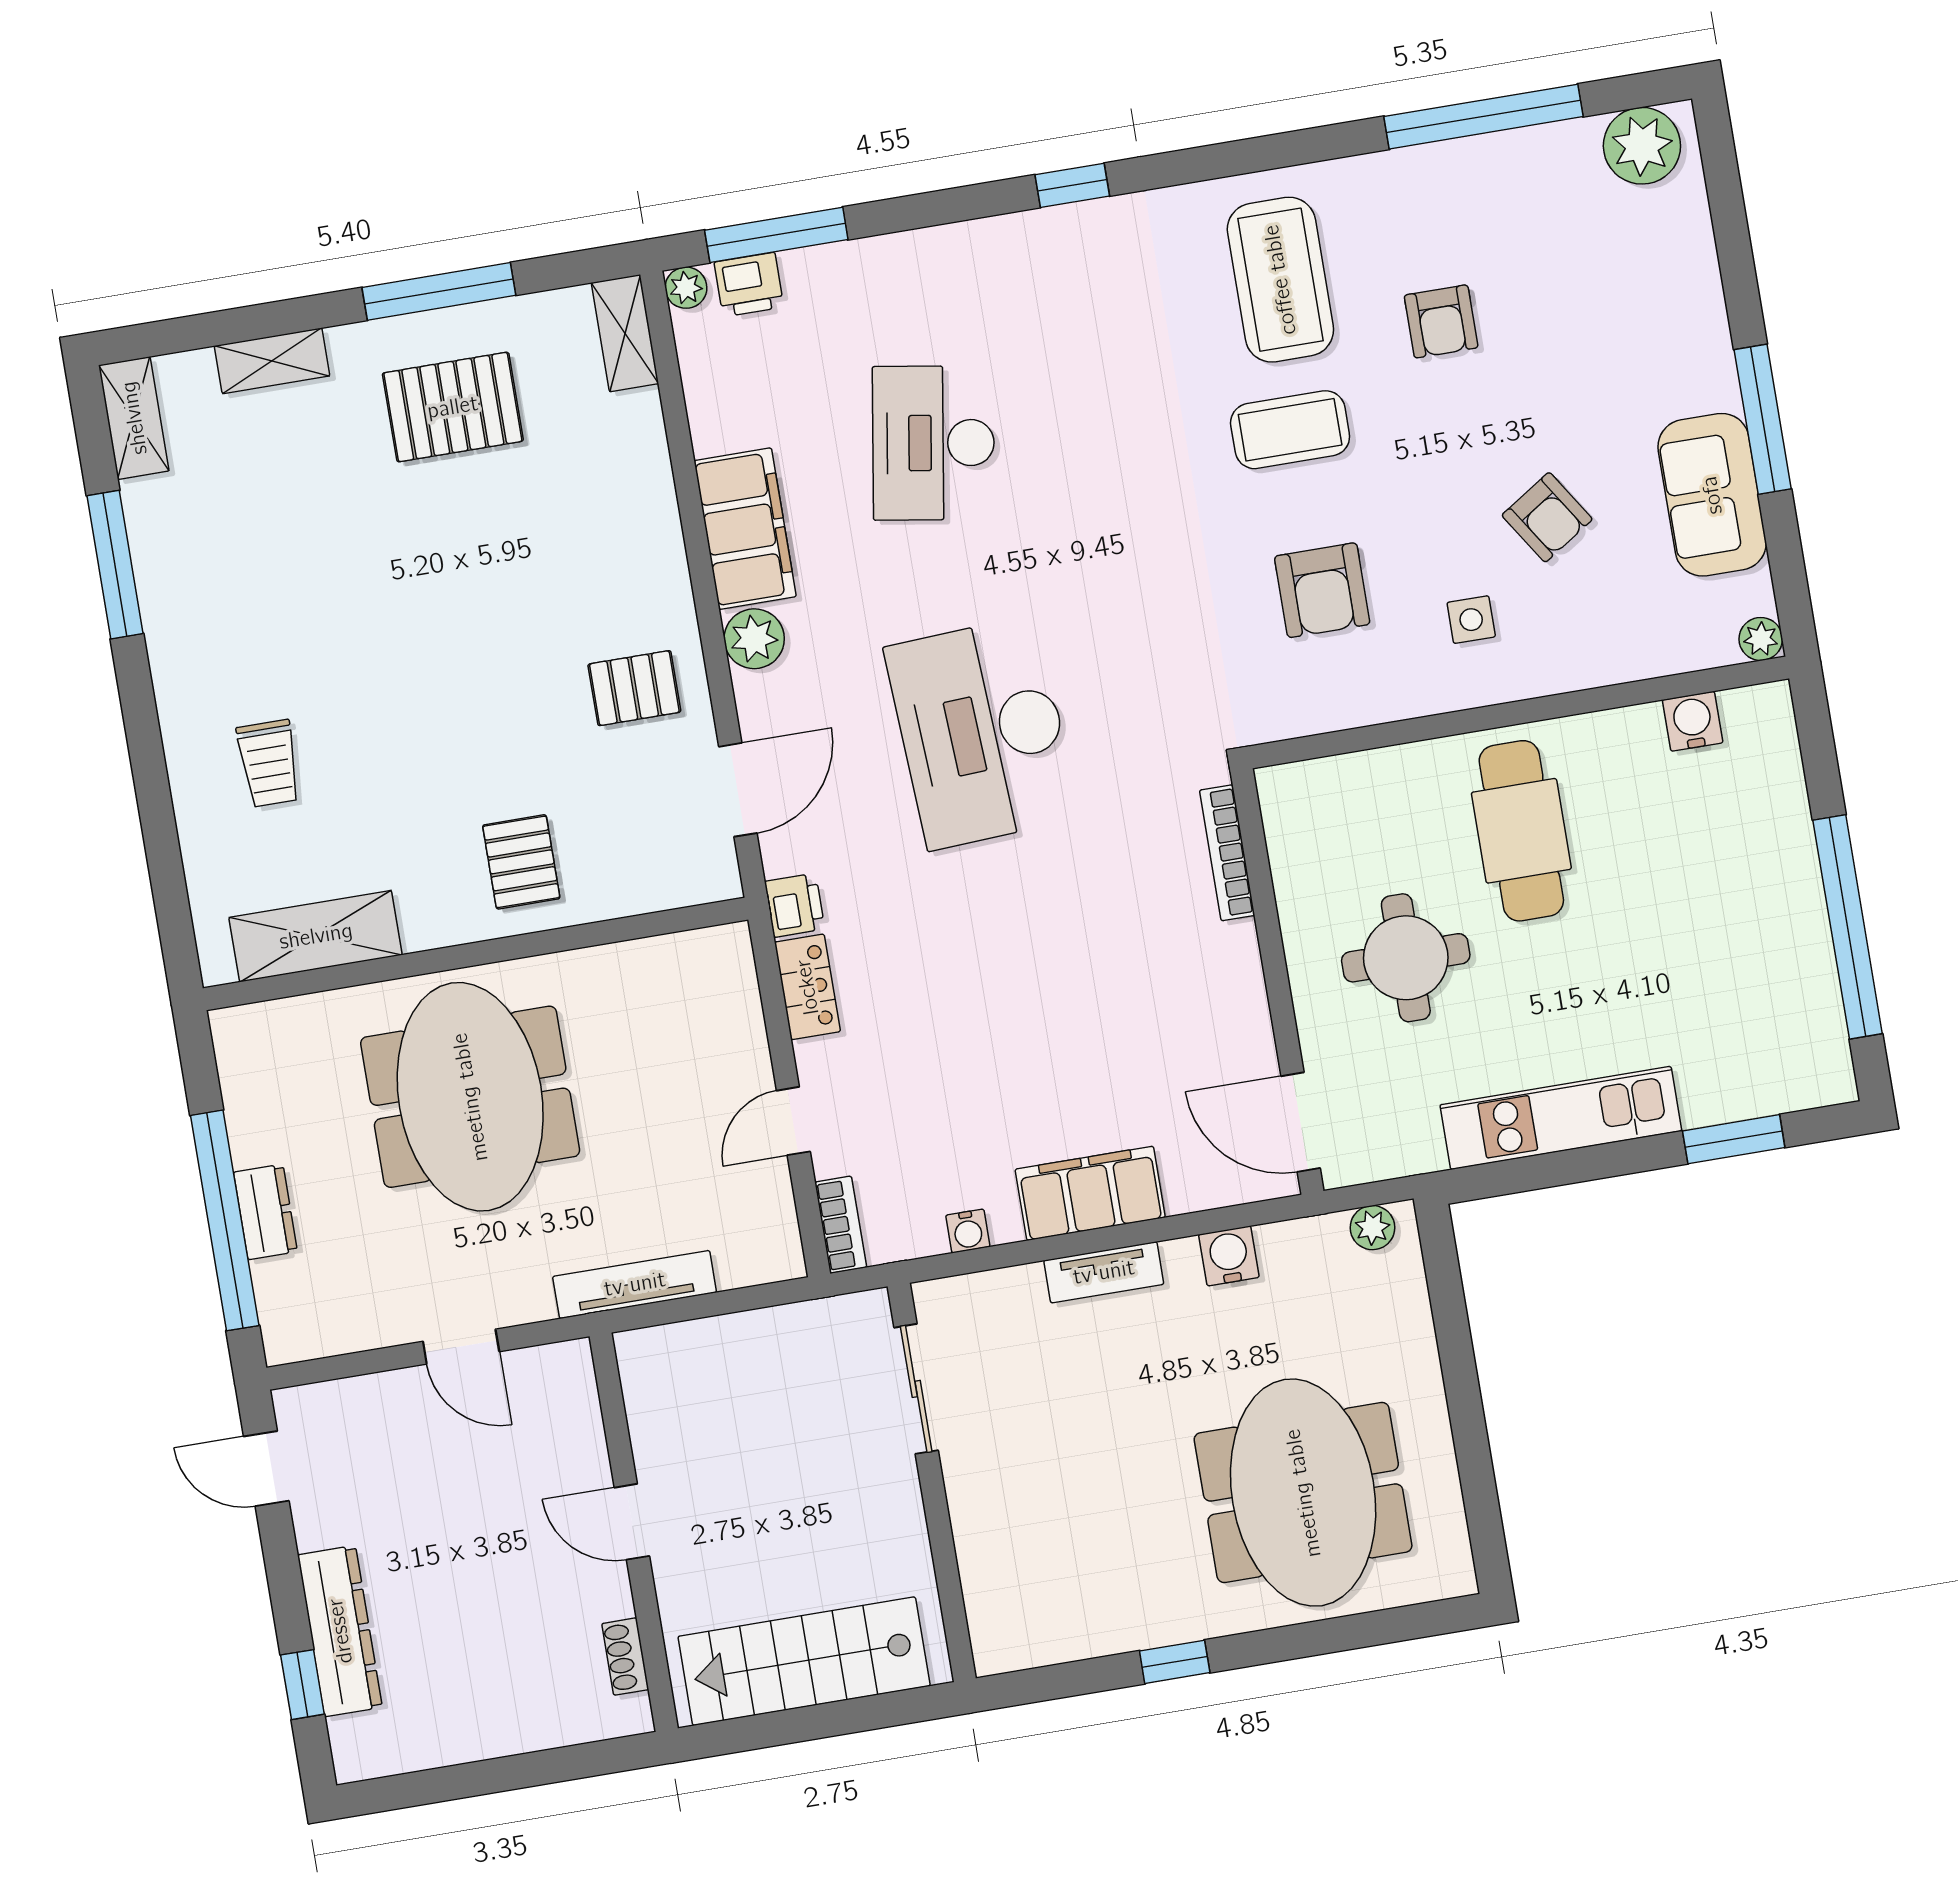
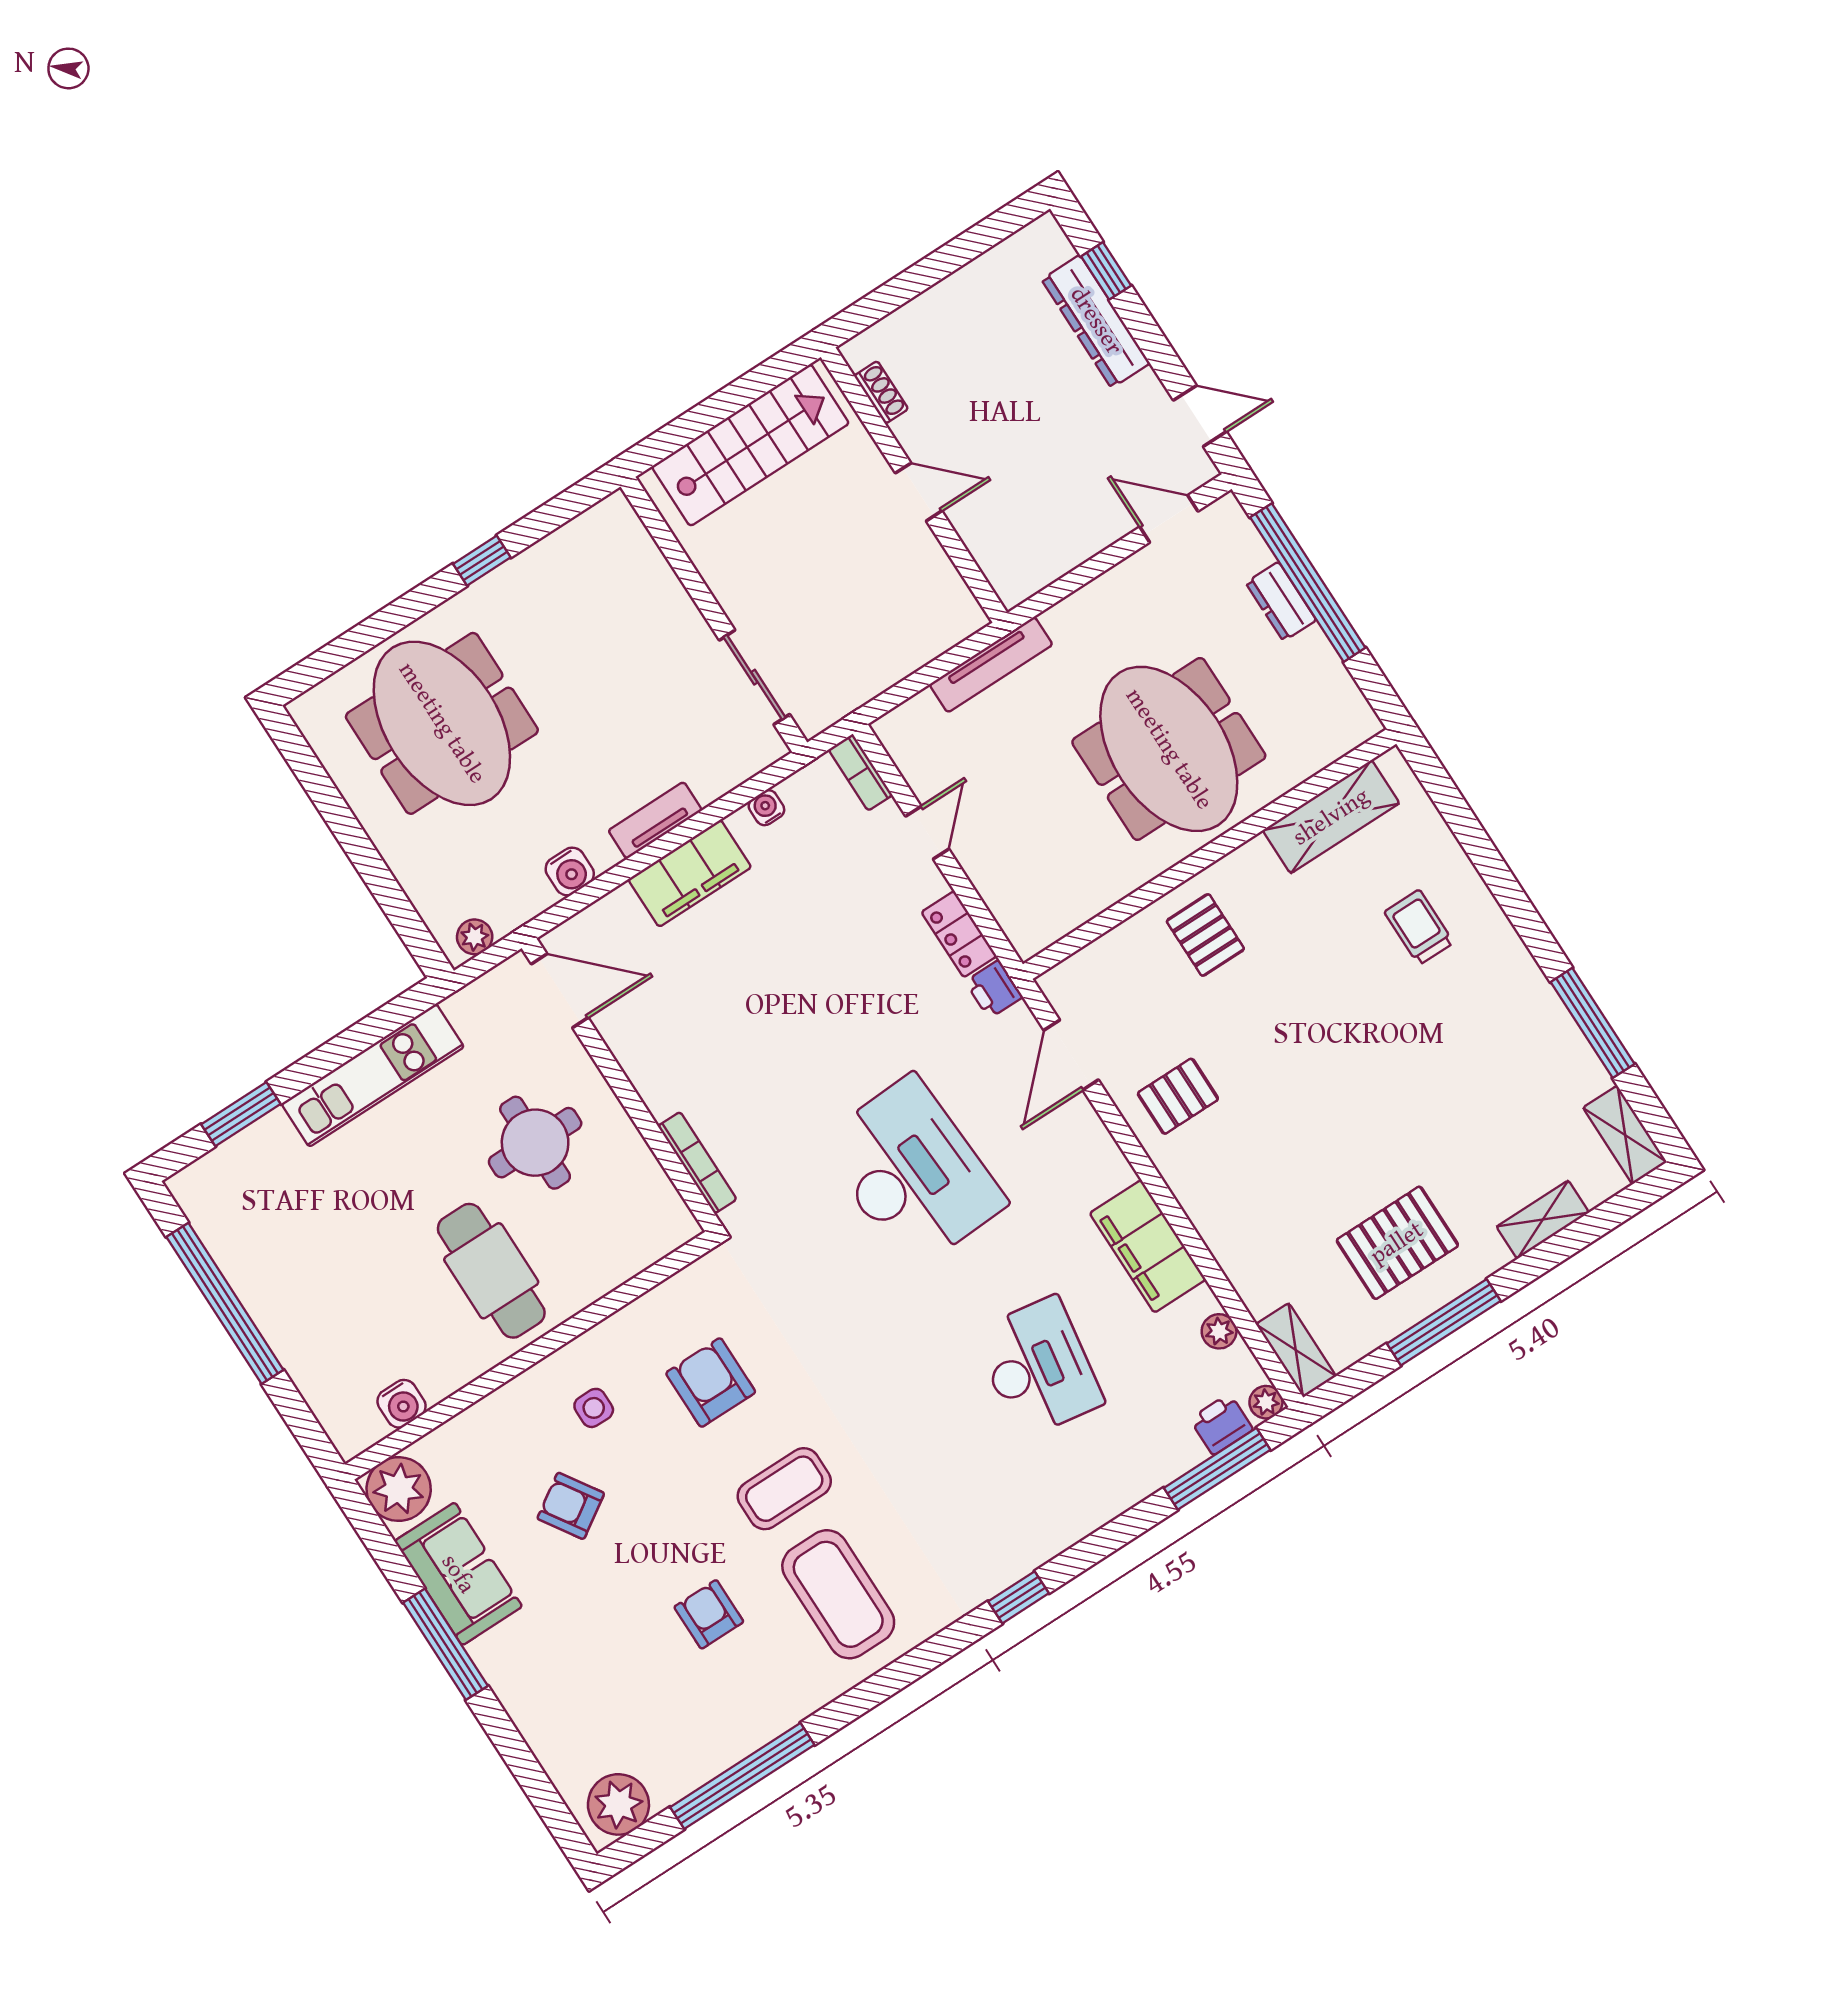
plant: (754, 639) -> (1219, 1331), moved, width x0.73, depth x0.73
plant: (1761, 639) -> (399, 1489), width x1.88, depth x1.88
door: (461, 1347) -> (1169, 519), moved

